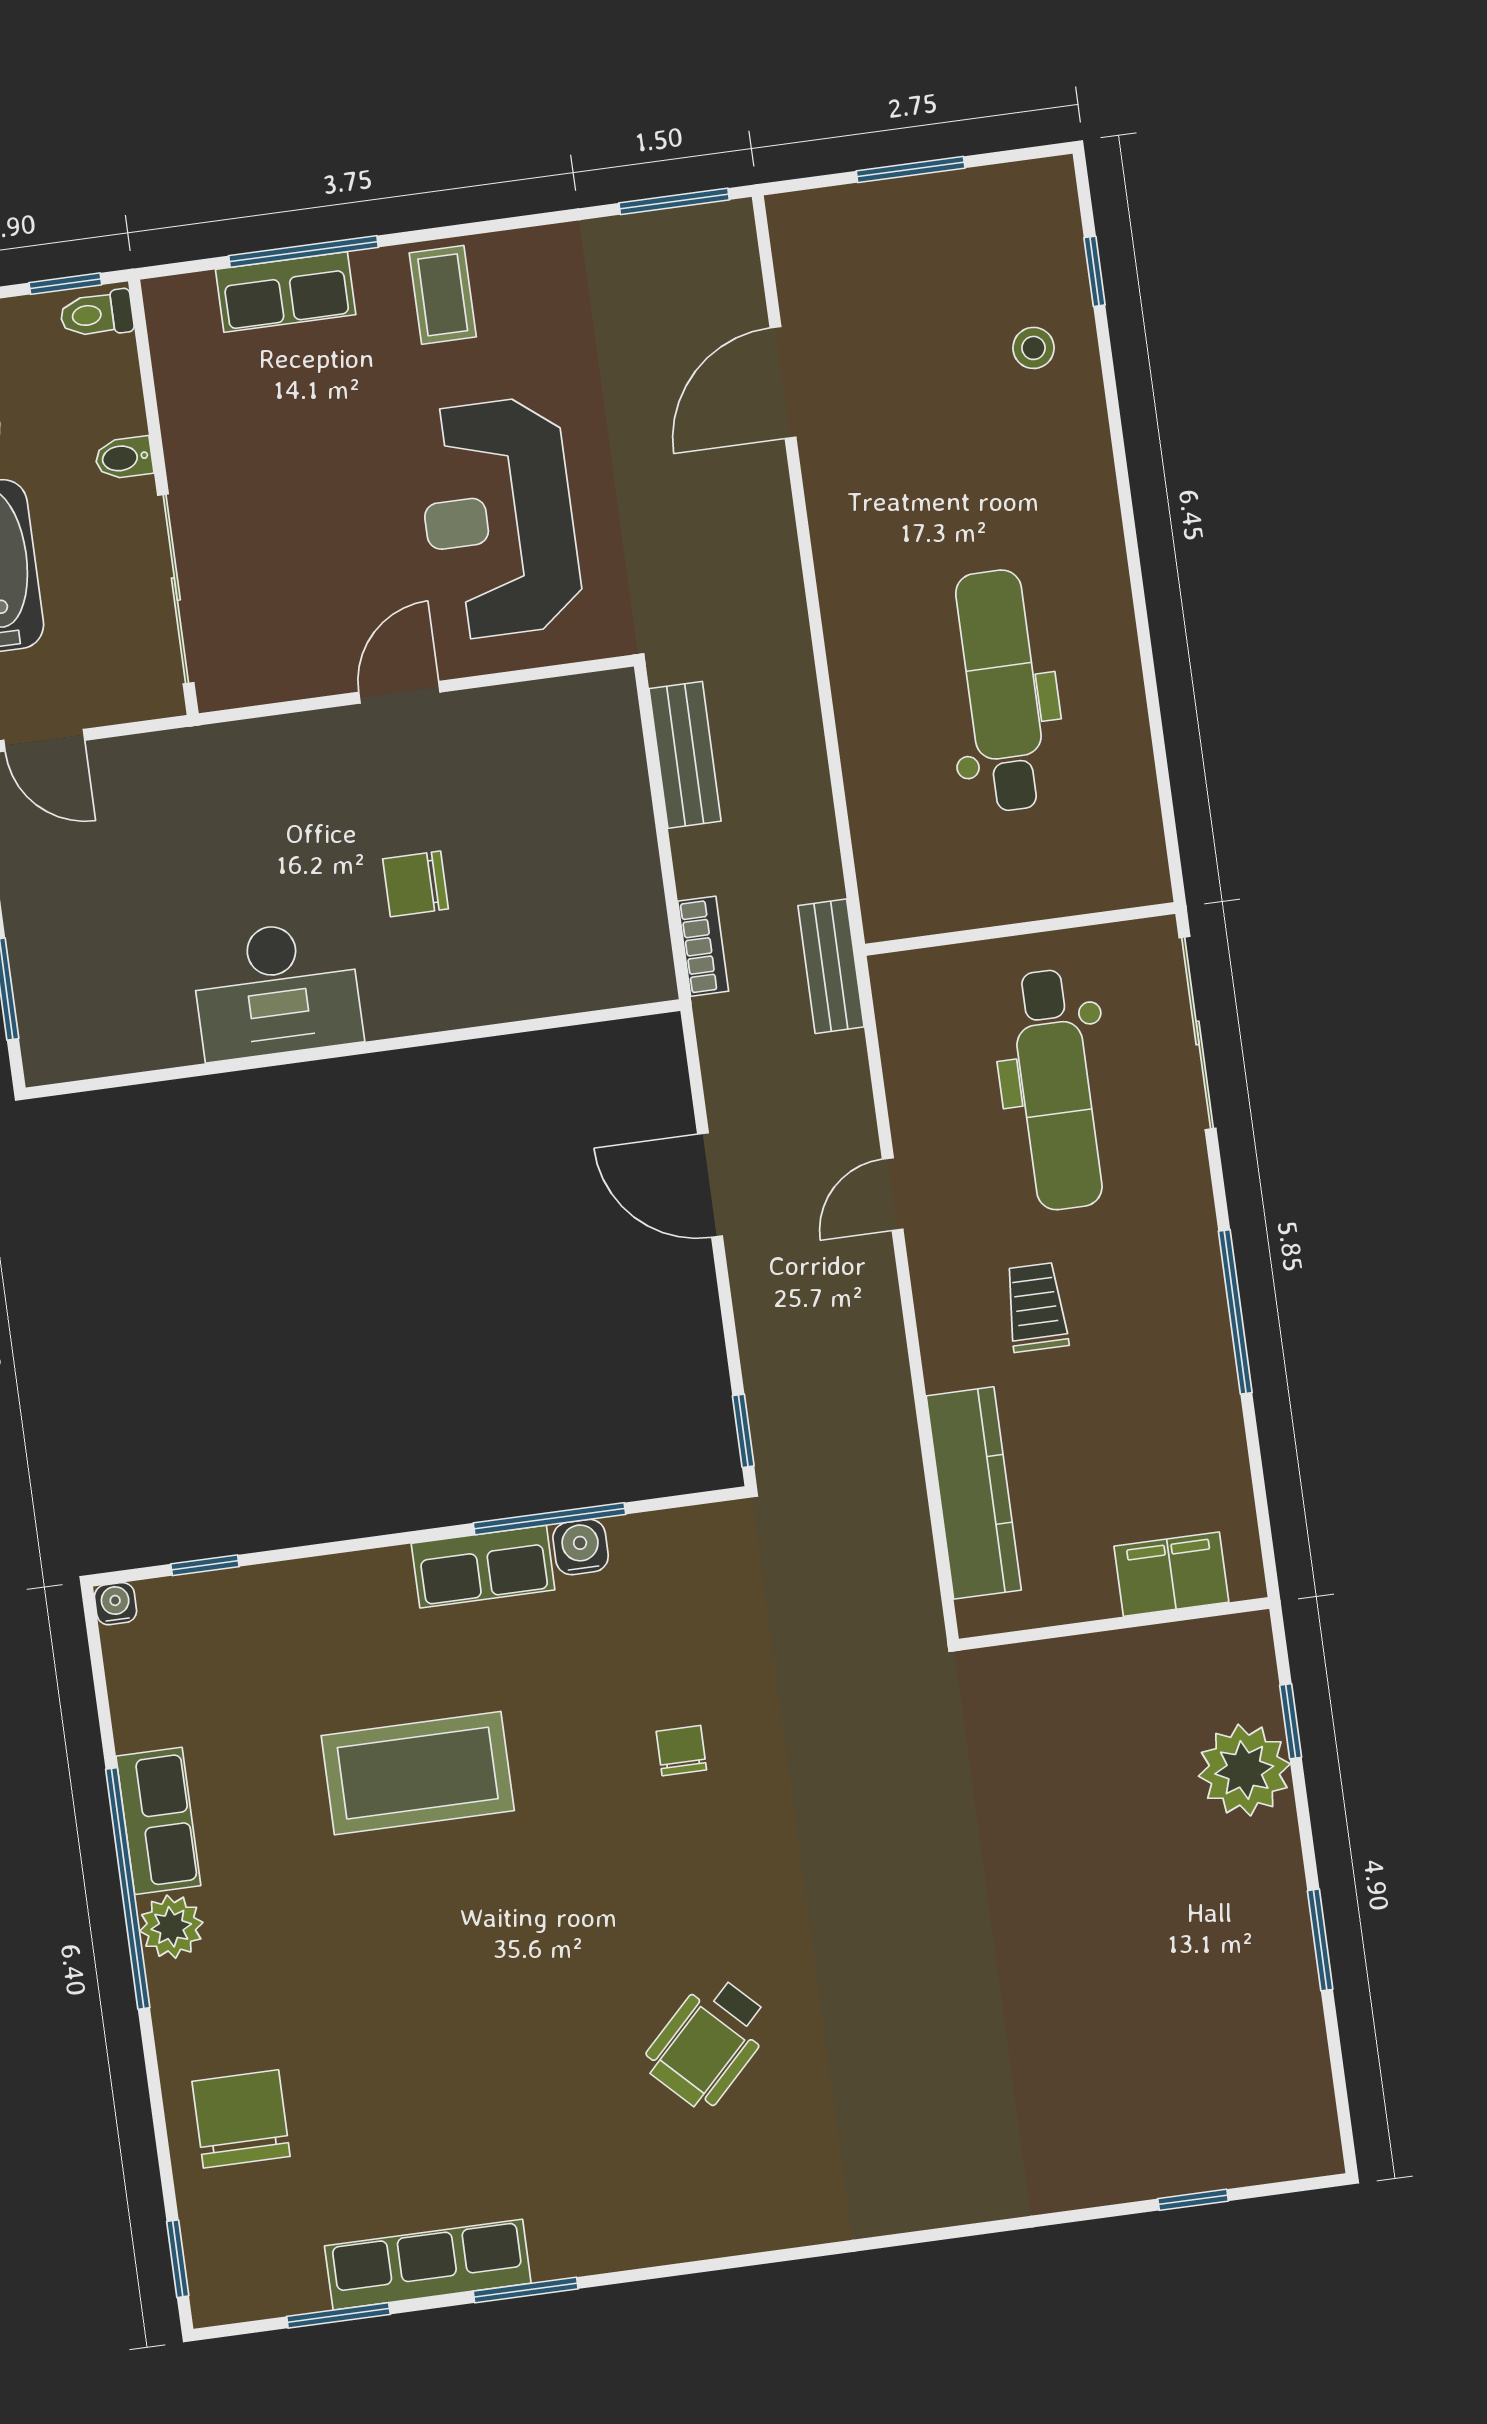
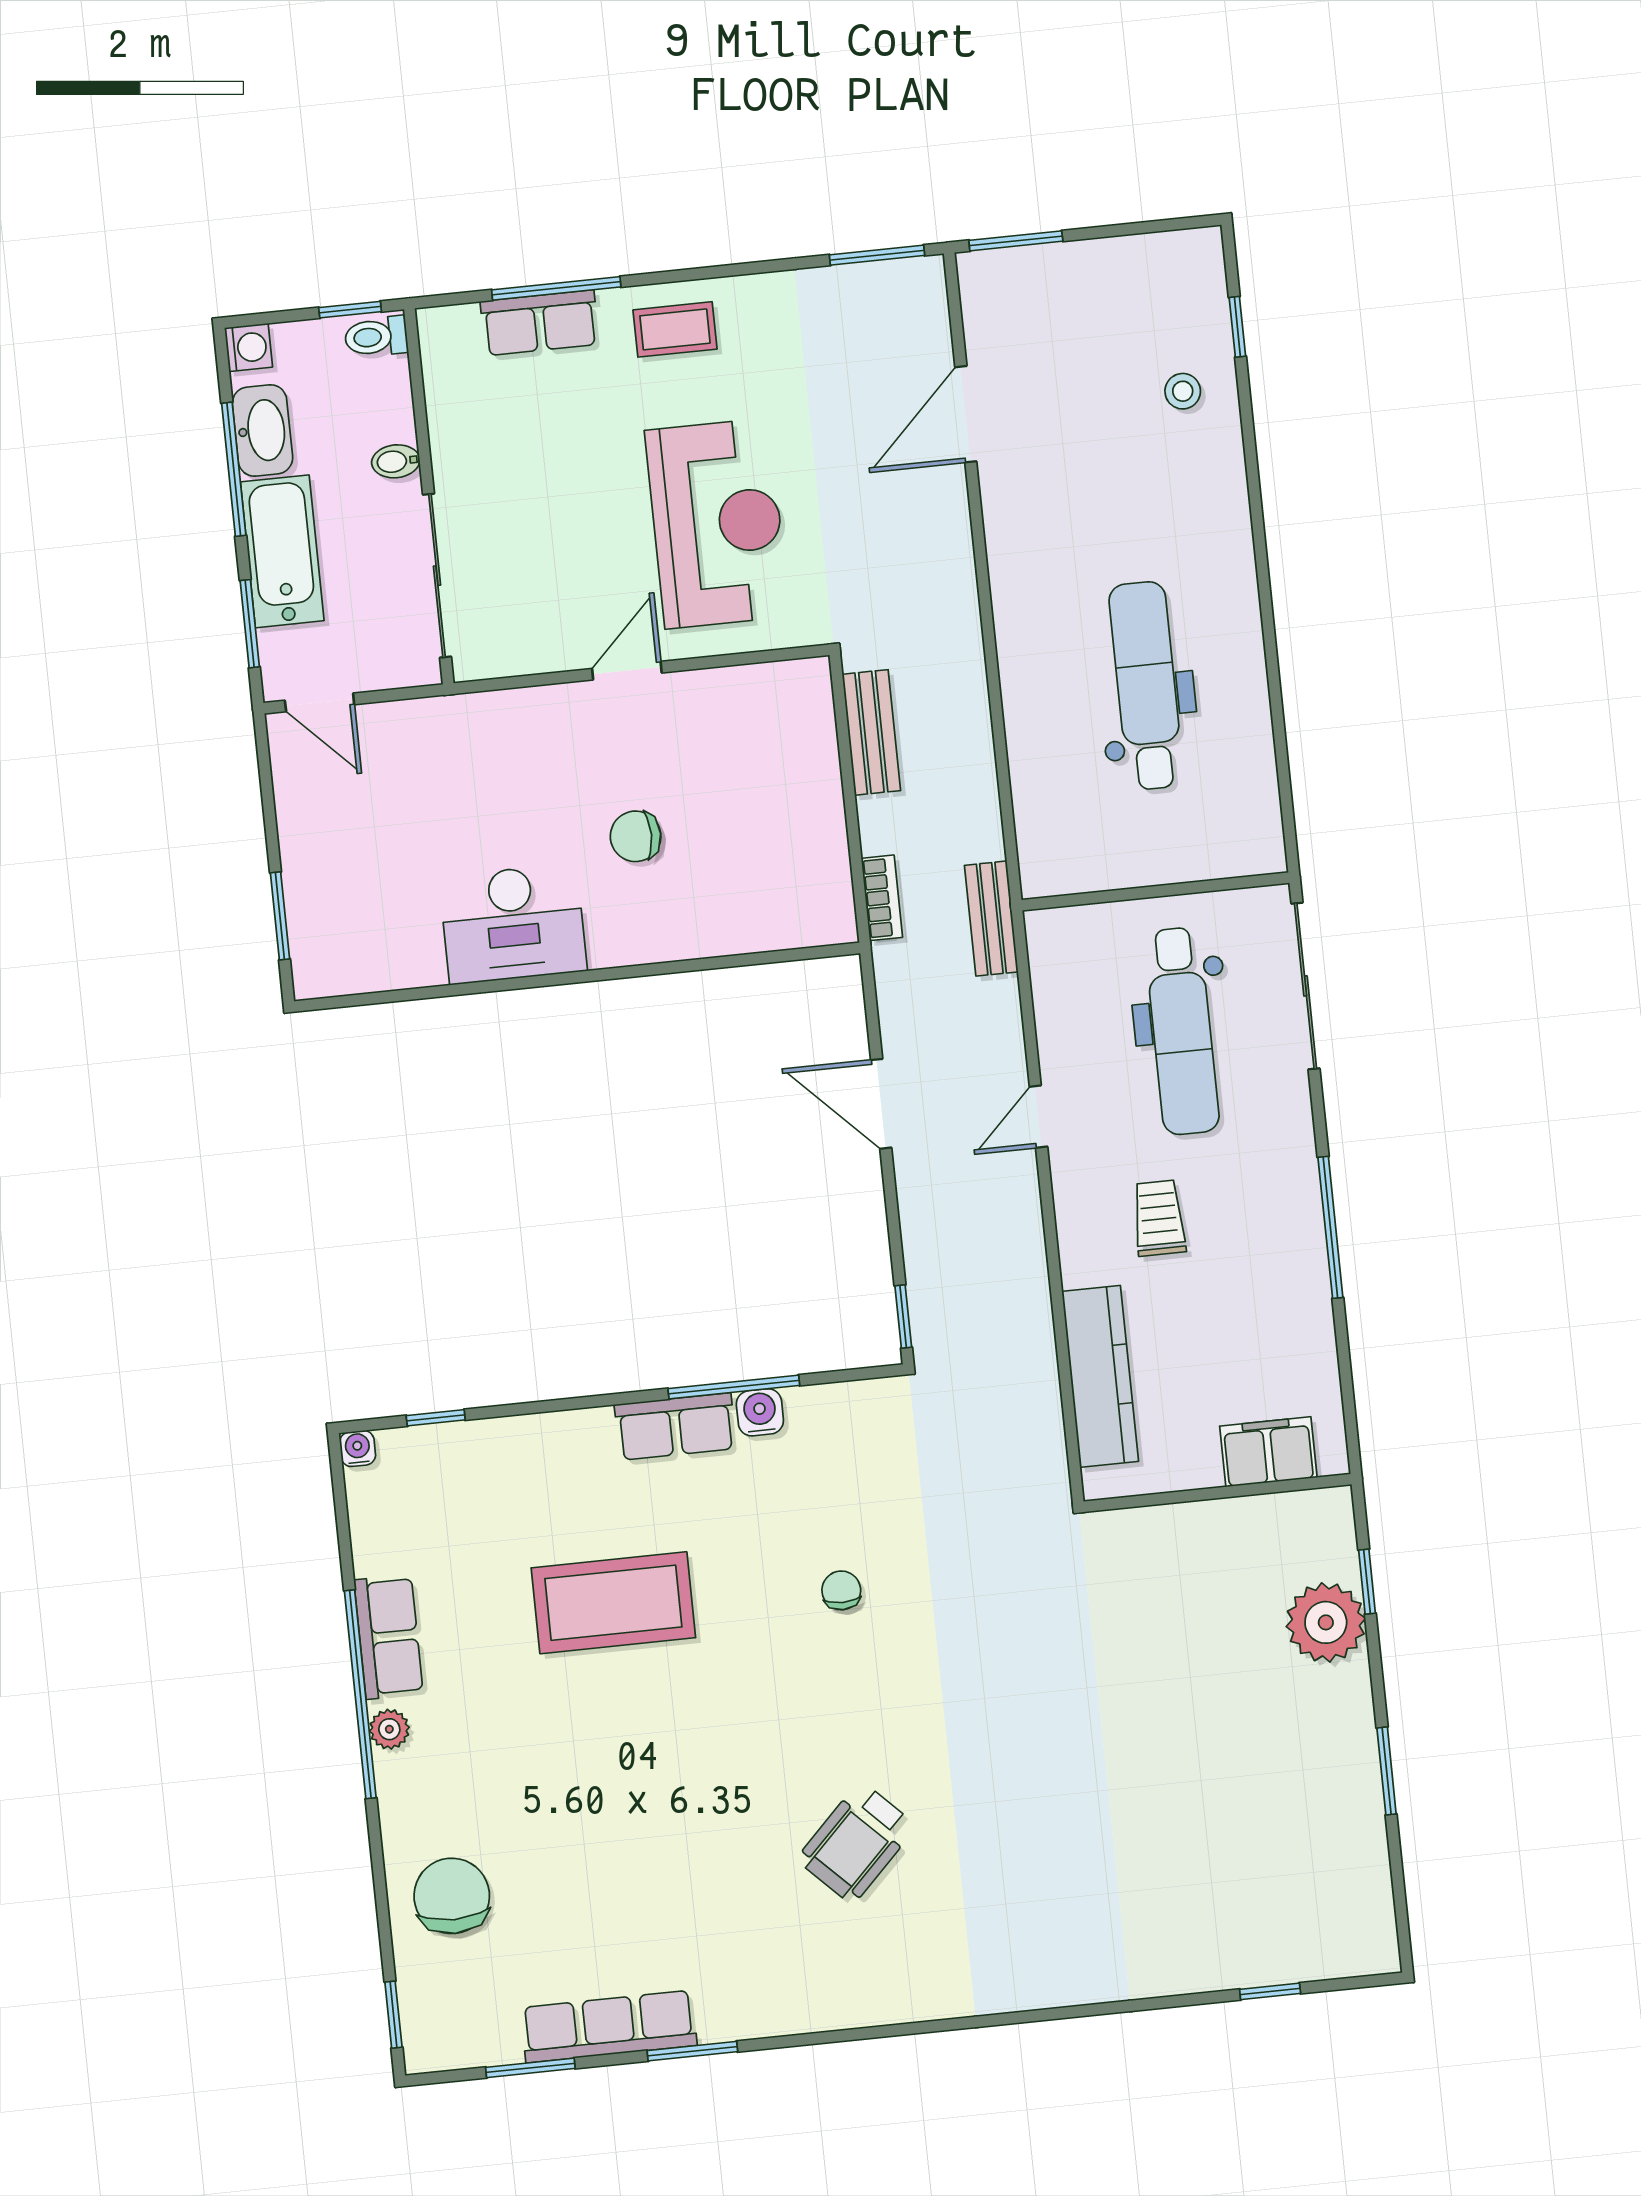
window: (911, 169) -> (1016, 241), moved
coffee table: (443, 295) -> (675, 329), turned 90
reception desk: (499, 518) -> (717, 523), turned 180
plant: (171, 1927) -> (389, 1729), width x0.73, depth x0.73

